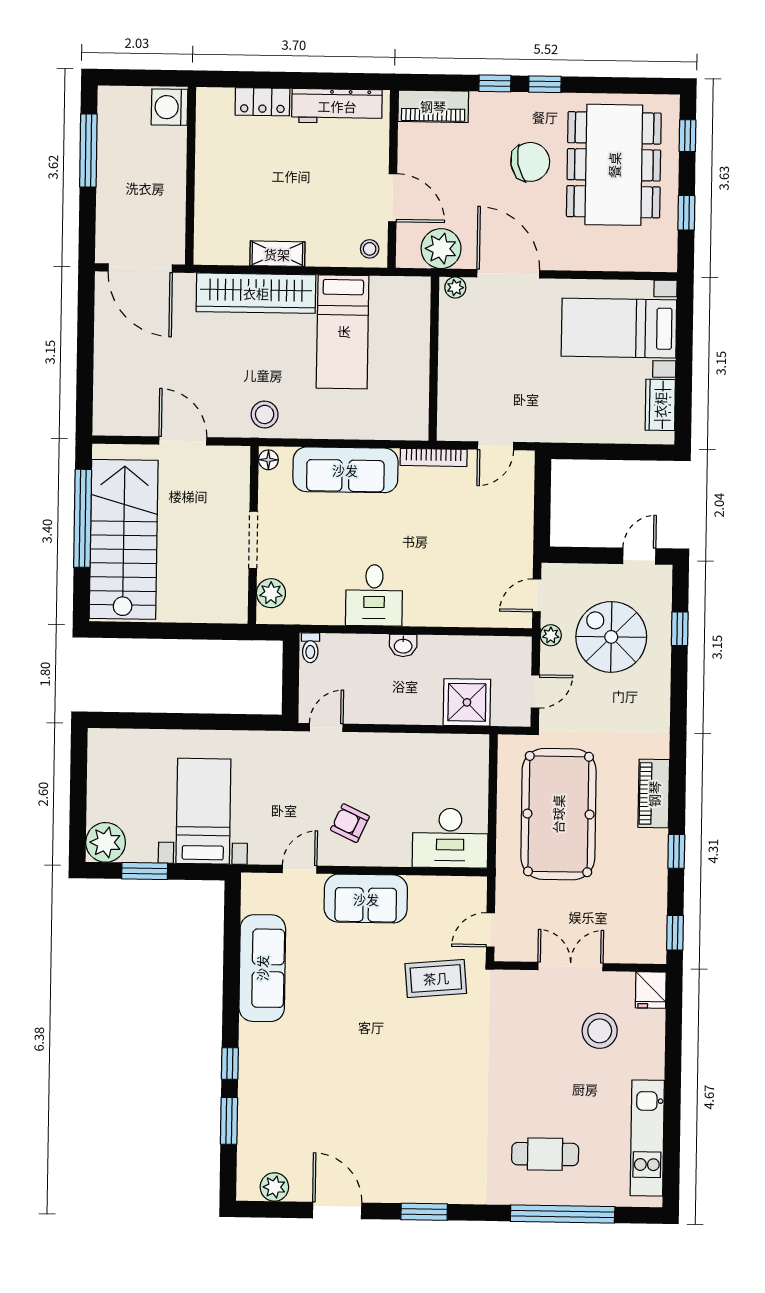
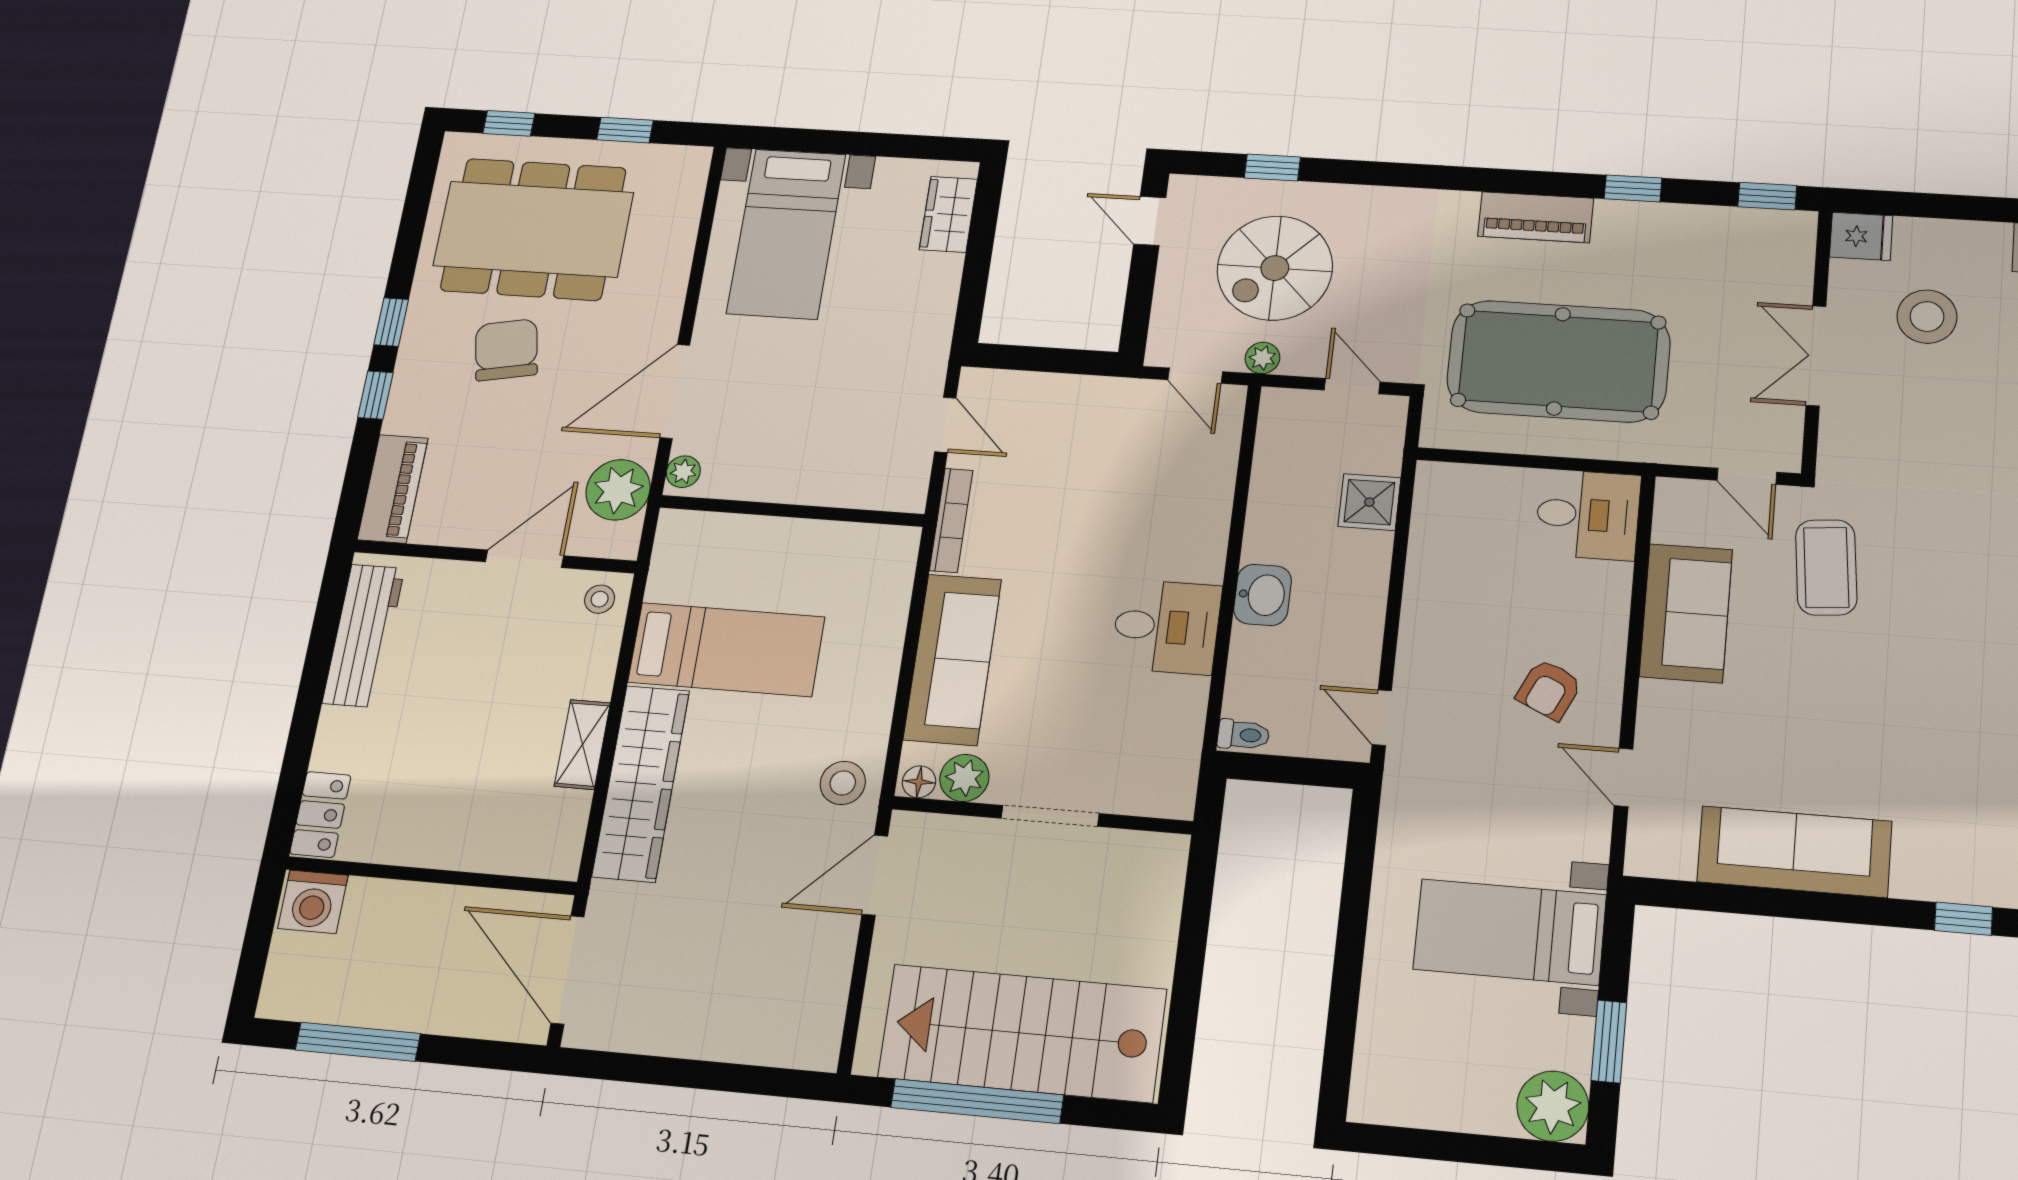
locker: (262, 102) -> (320, 814), moved
door: (140, 268) -> (568, 970), swing flipped
wardrobe: (660, 405) -> (948, 214), moved, turned 90
door: (183, 441) -> (875, 875), moved
plant: (271, 593) -> (964, 778), moved
washbasin: (403, 646) -> (1262, 595), width x1.38, depth x1.45
shower: (467, 702) -> (1369, 502), width x0.73, depth x0.73
desk: (450, 838) -> (1588, 515), width x0.73
sofa: (366, 899) -> (1686, 613), moved

